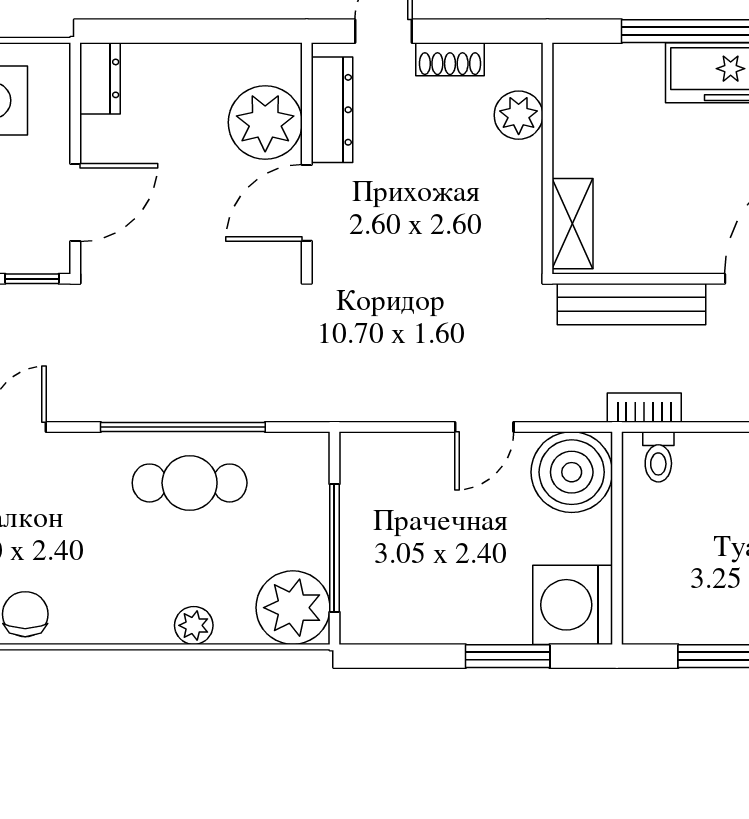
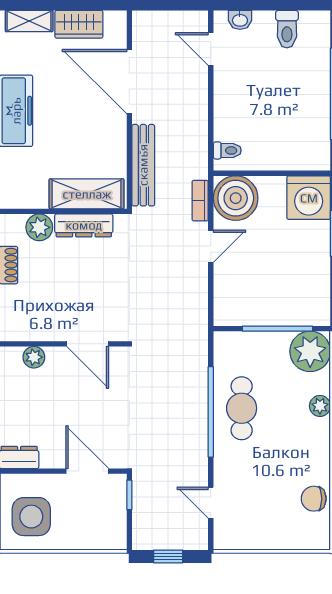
dresser: (332, 110) -> (84, 225), moved, turned 180
plant: (265, 122) -> (34, 357), width x0.53, depth x0.53
shelving: (572, 224) -> (87, 194), width x1.50, depth x1.33
bookcase: (644, 408) -> (200, 201), moved
door: (484, 427) -> (211, 246), hinge flipped

